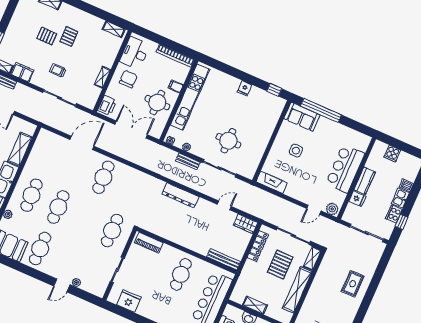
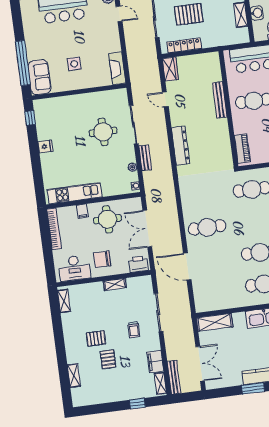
kitchen unit: (190, 97) -> (74, 193), width x0.73
shelving: (20, 149) -> (215, 322), moved
bench: (224, 259) -> (220, 100), moved

